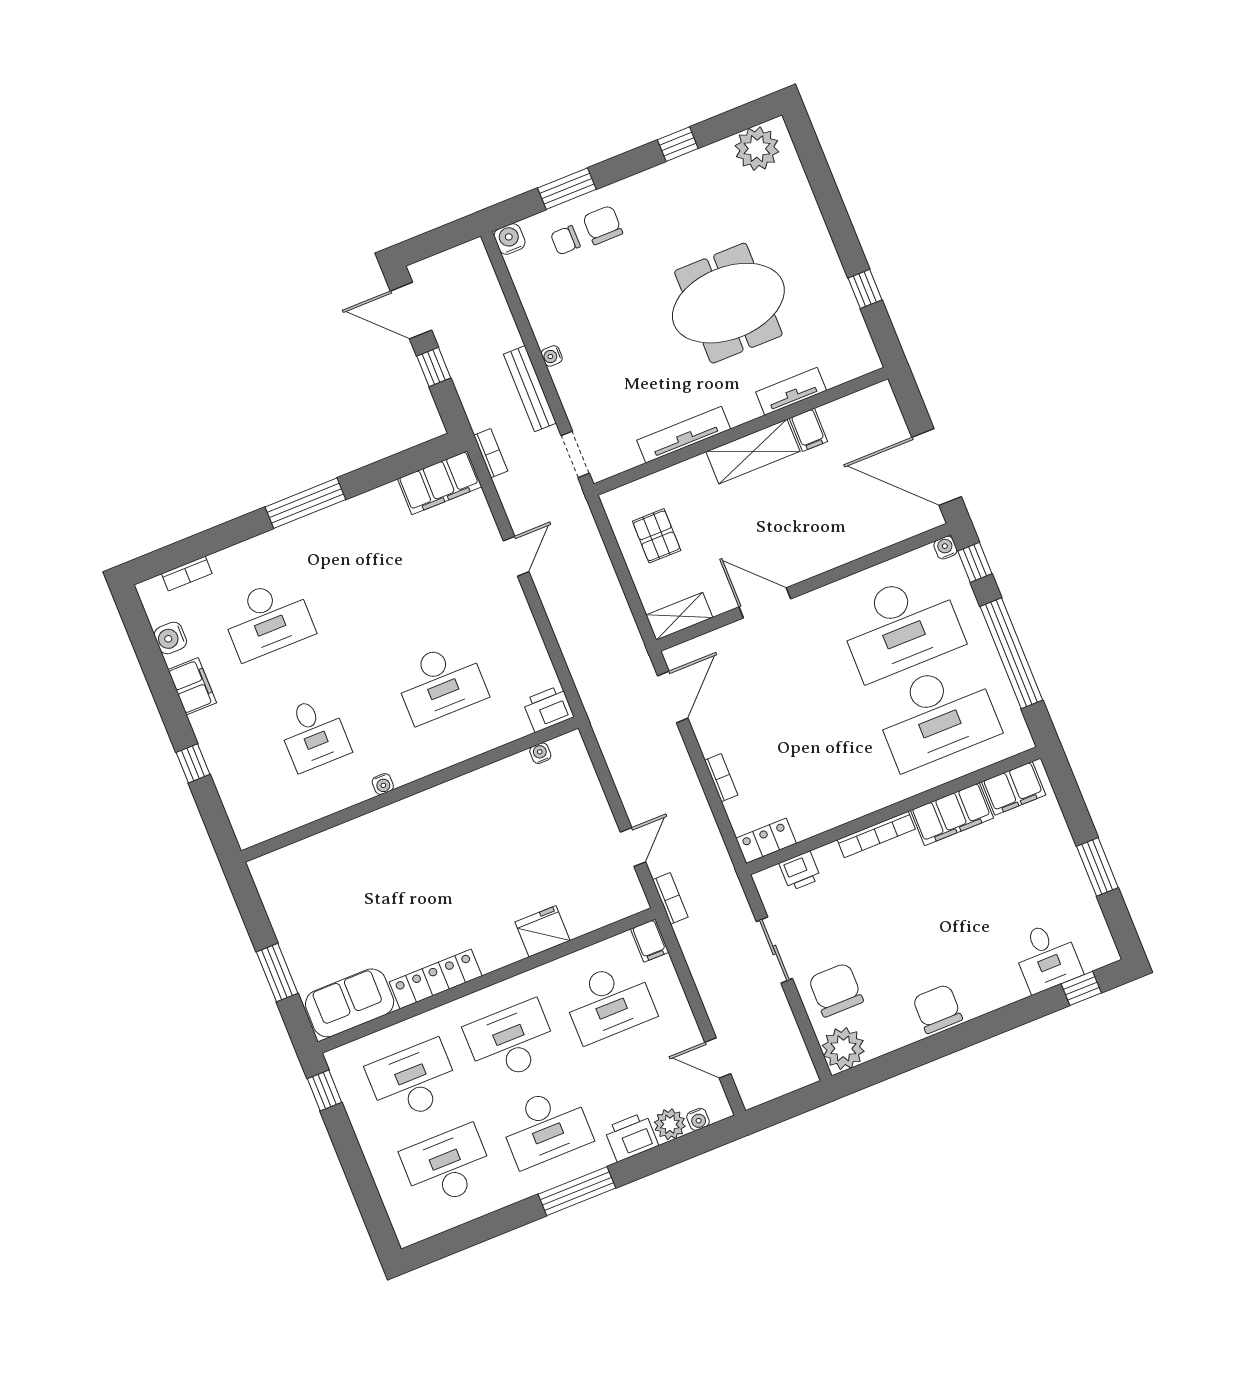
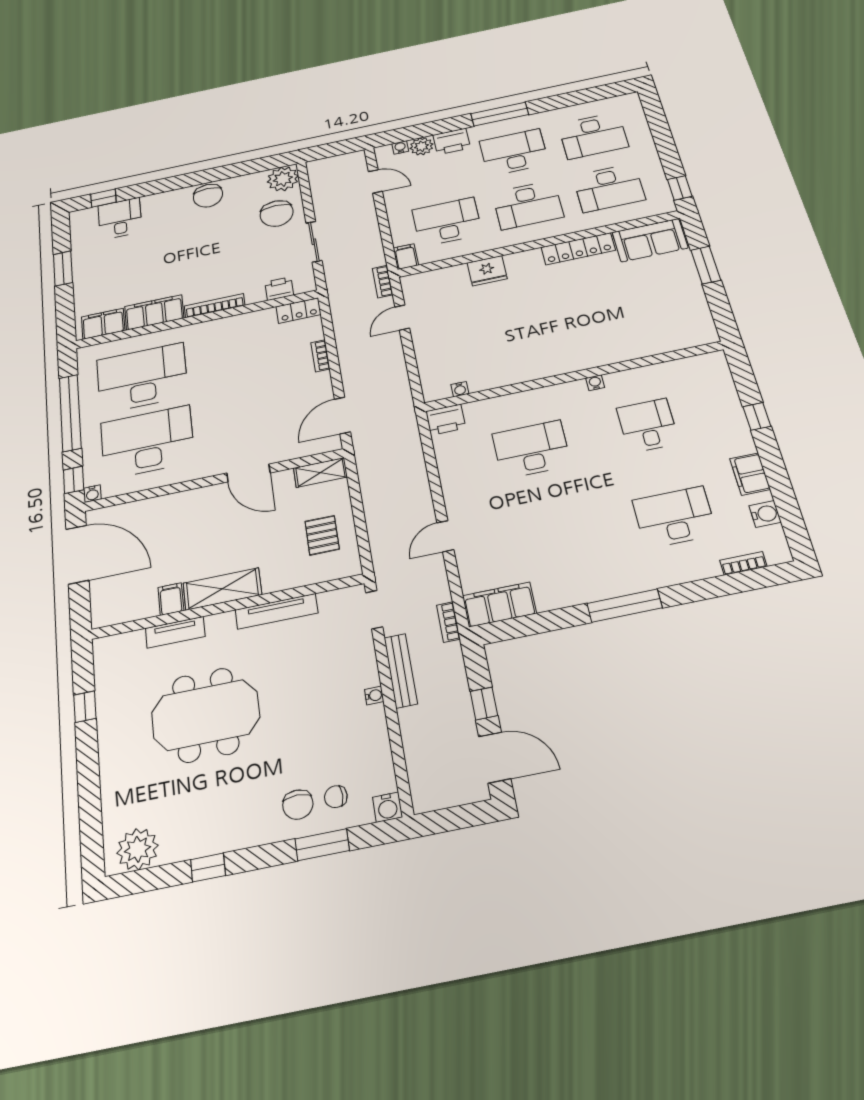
chair: (565, 240) -> (336, 797), turned 180

